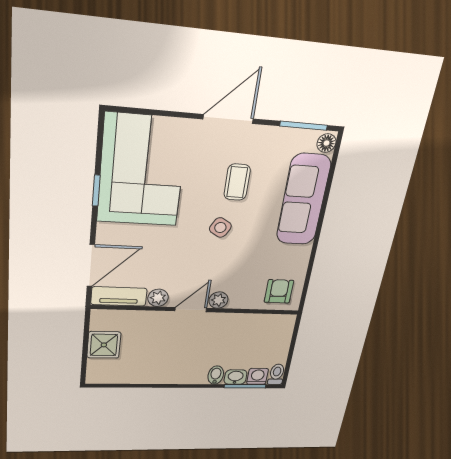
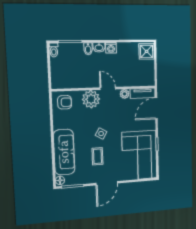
armchair: (279, 291) -> (65, 102), turned -90
plant: (218, 300) -> (91, 99), width x1.88, depth x1.88
door: (191, 310) -> (108, 88), swing flipped
shower: (104, 345) -> (147, 51), moved
washing machine: (258, 376) -> (111, 48), moved
washbasin: (235, 377) -> (99, 47), moved

